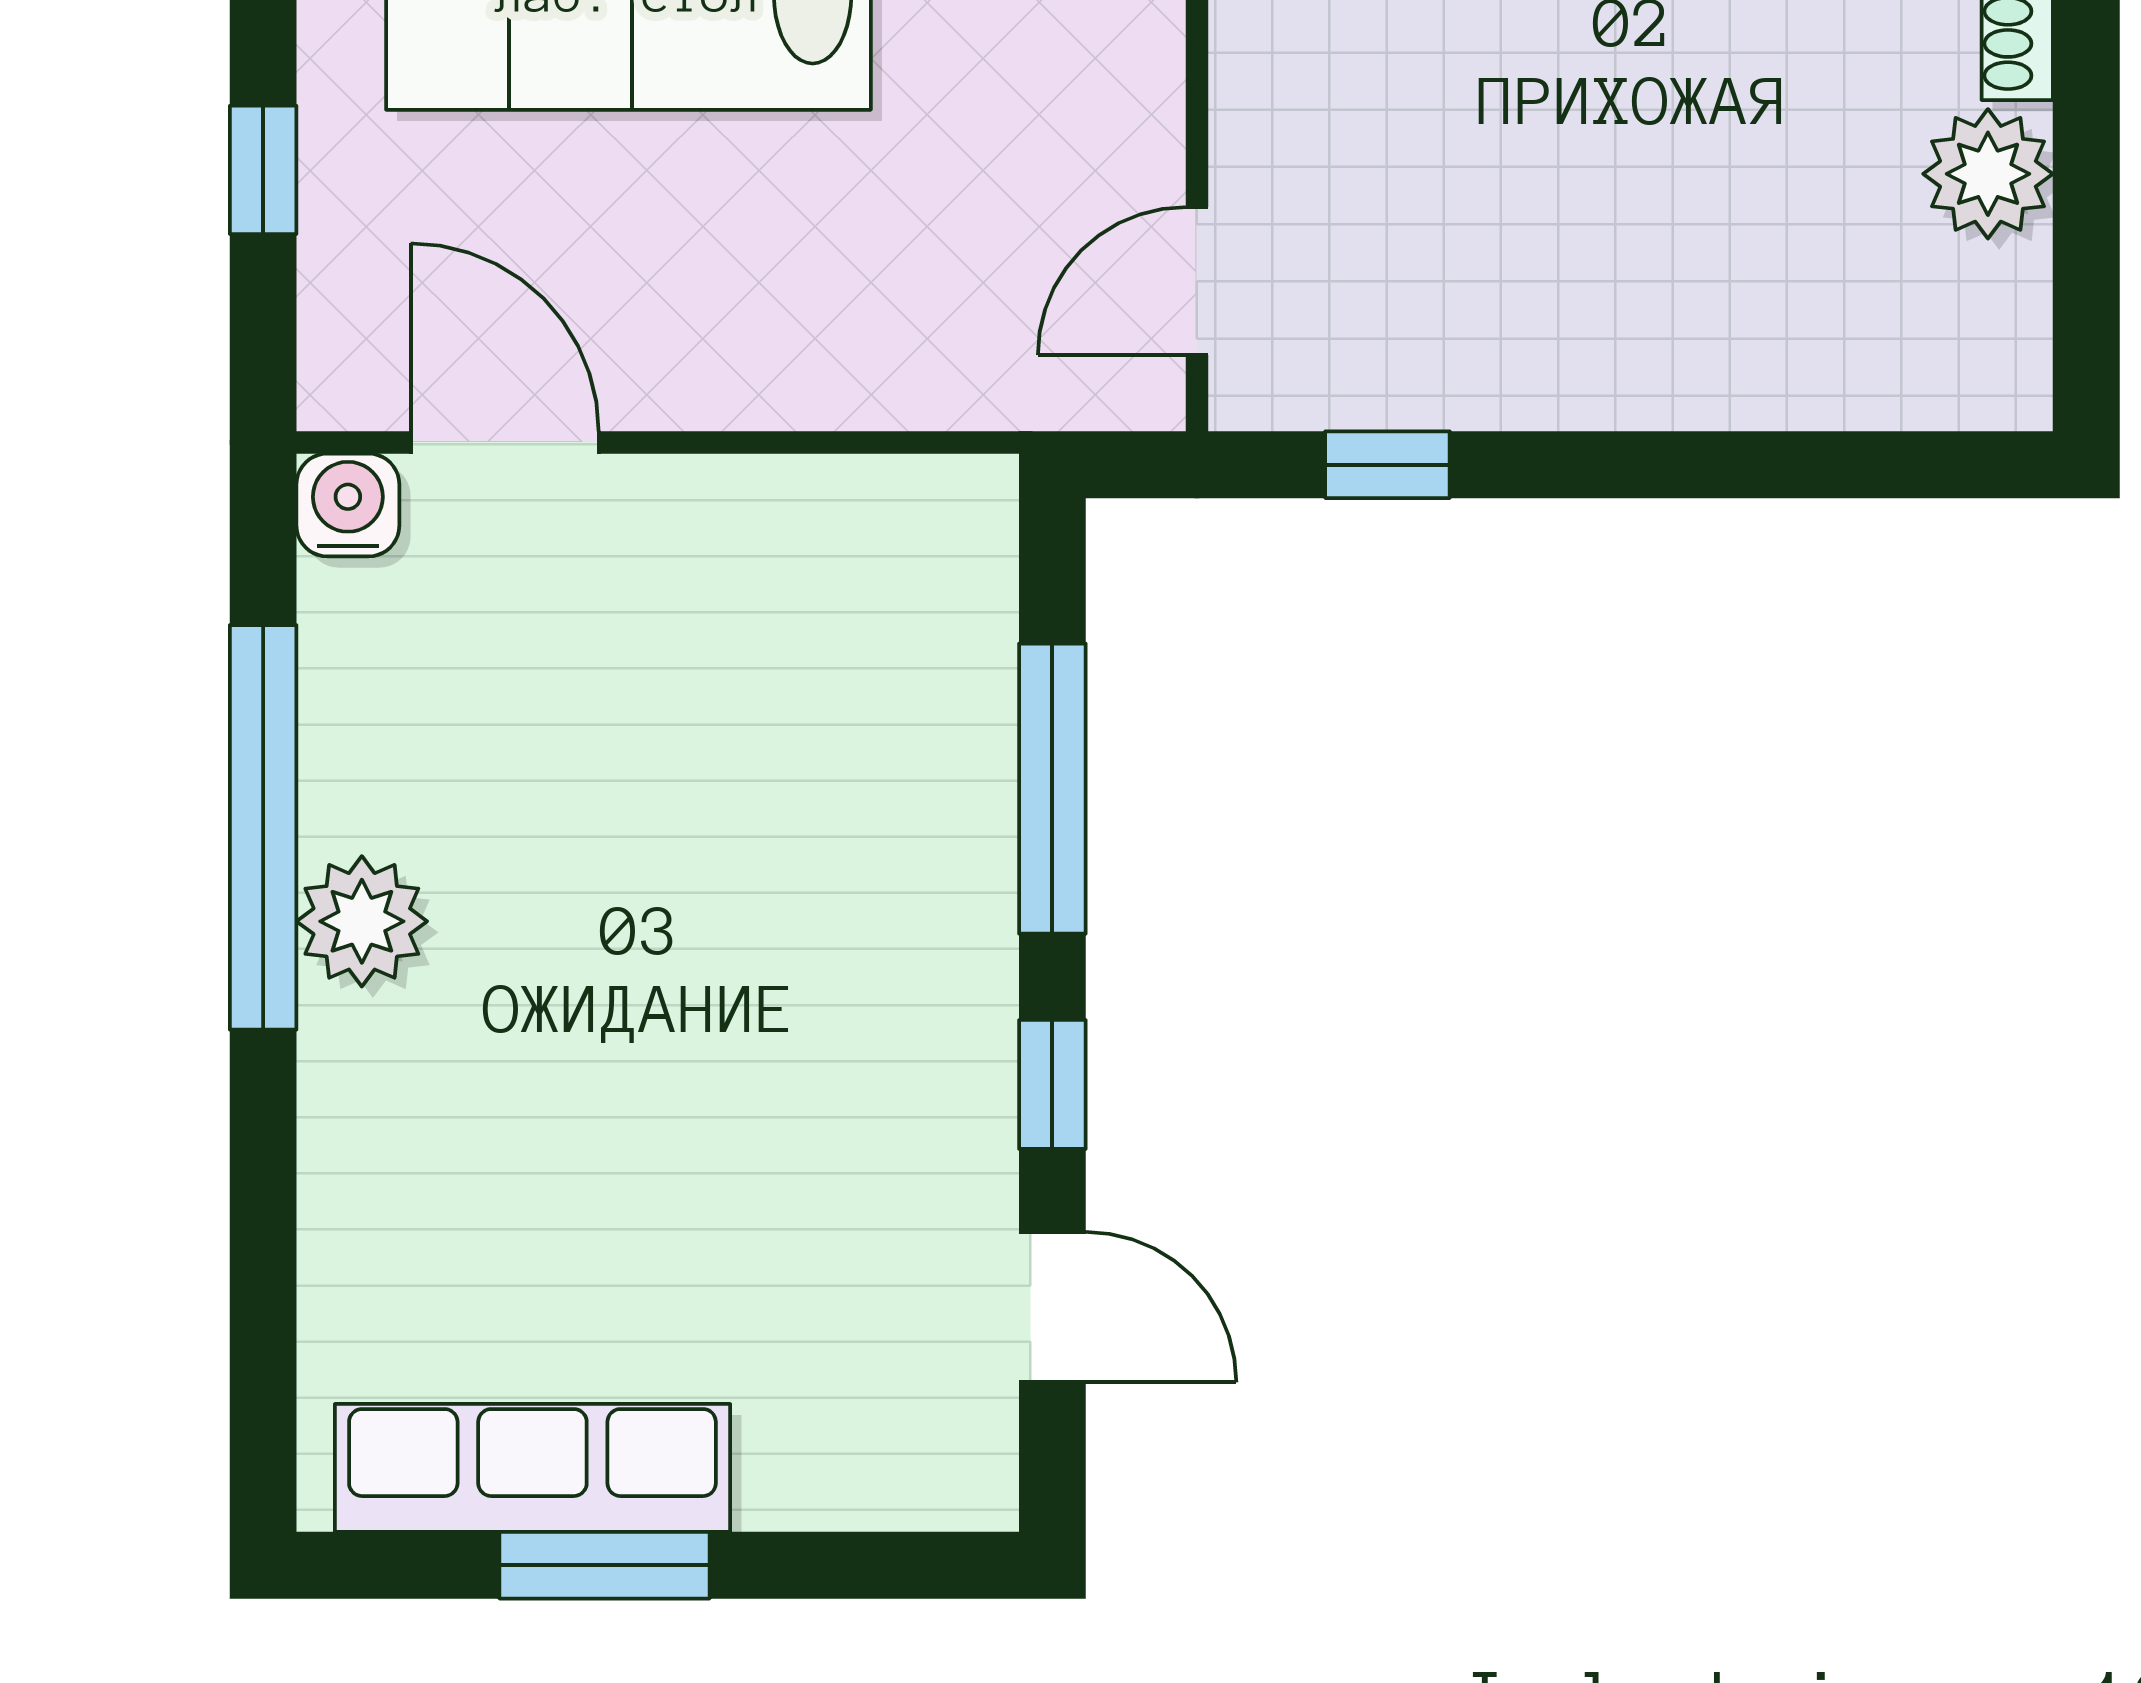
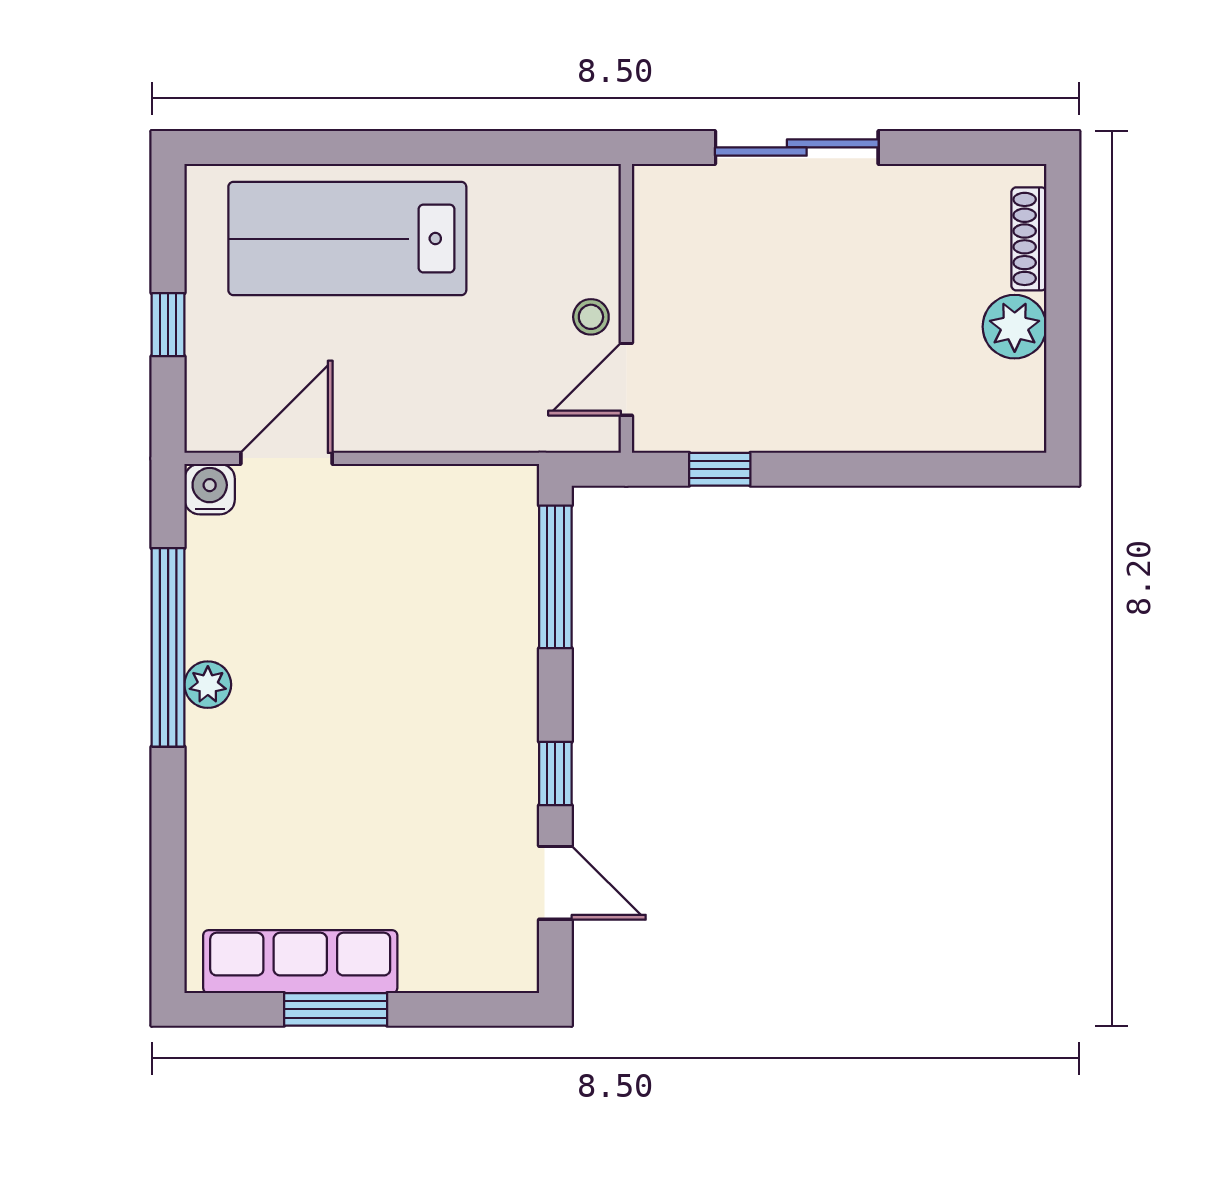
stool: (1125, 154) -> (591, 317), added
door: (505, 442) -> (287, 458), hinge flipped
window: (1052, 789) -> (555, 577), moved
plant: (362, 921) -> (208, 685), width x0.73, depth x0.73

